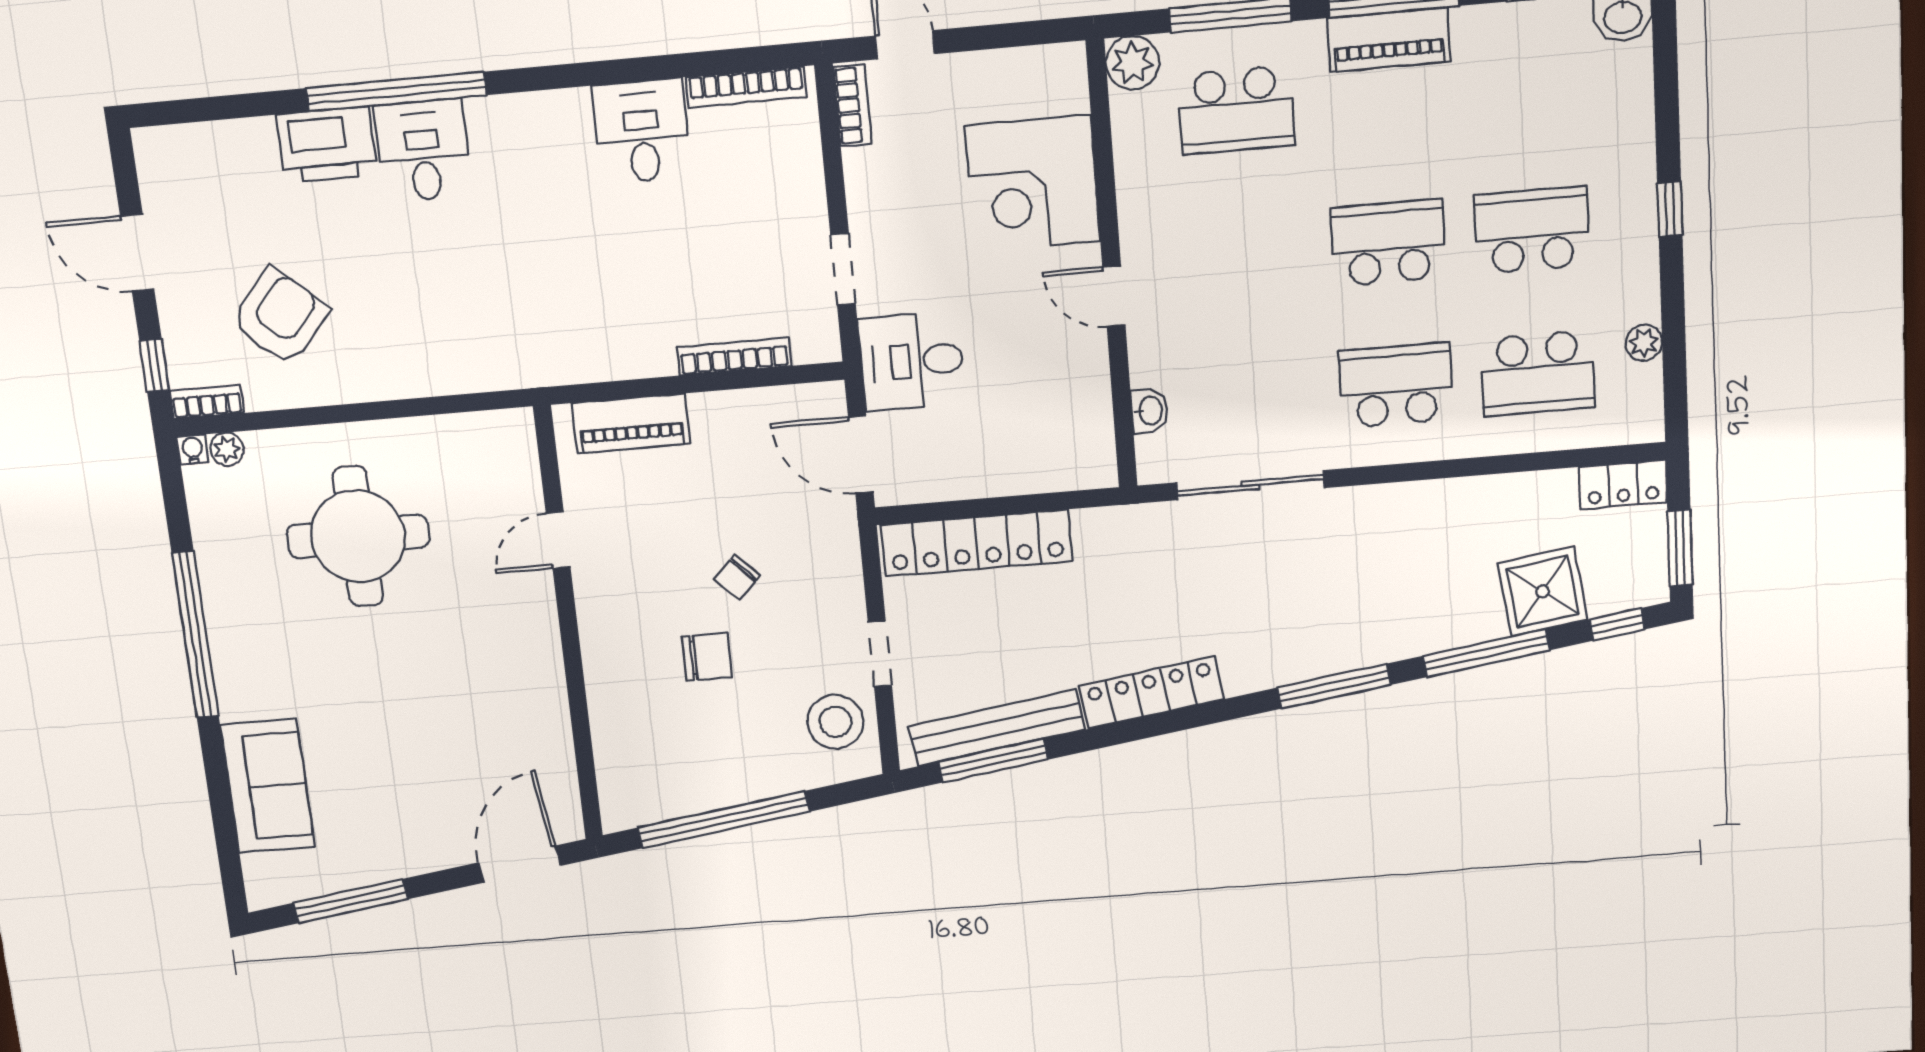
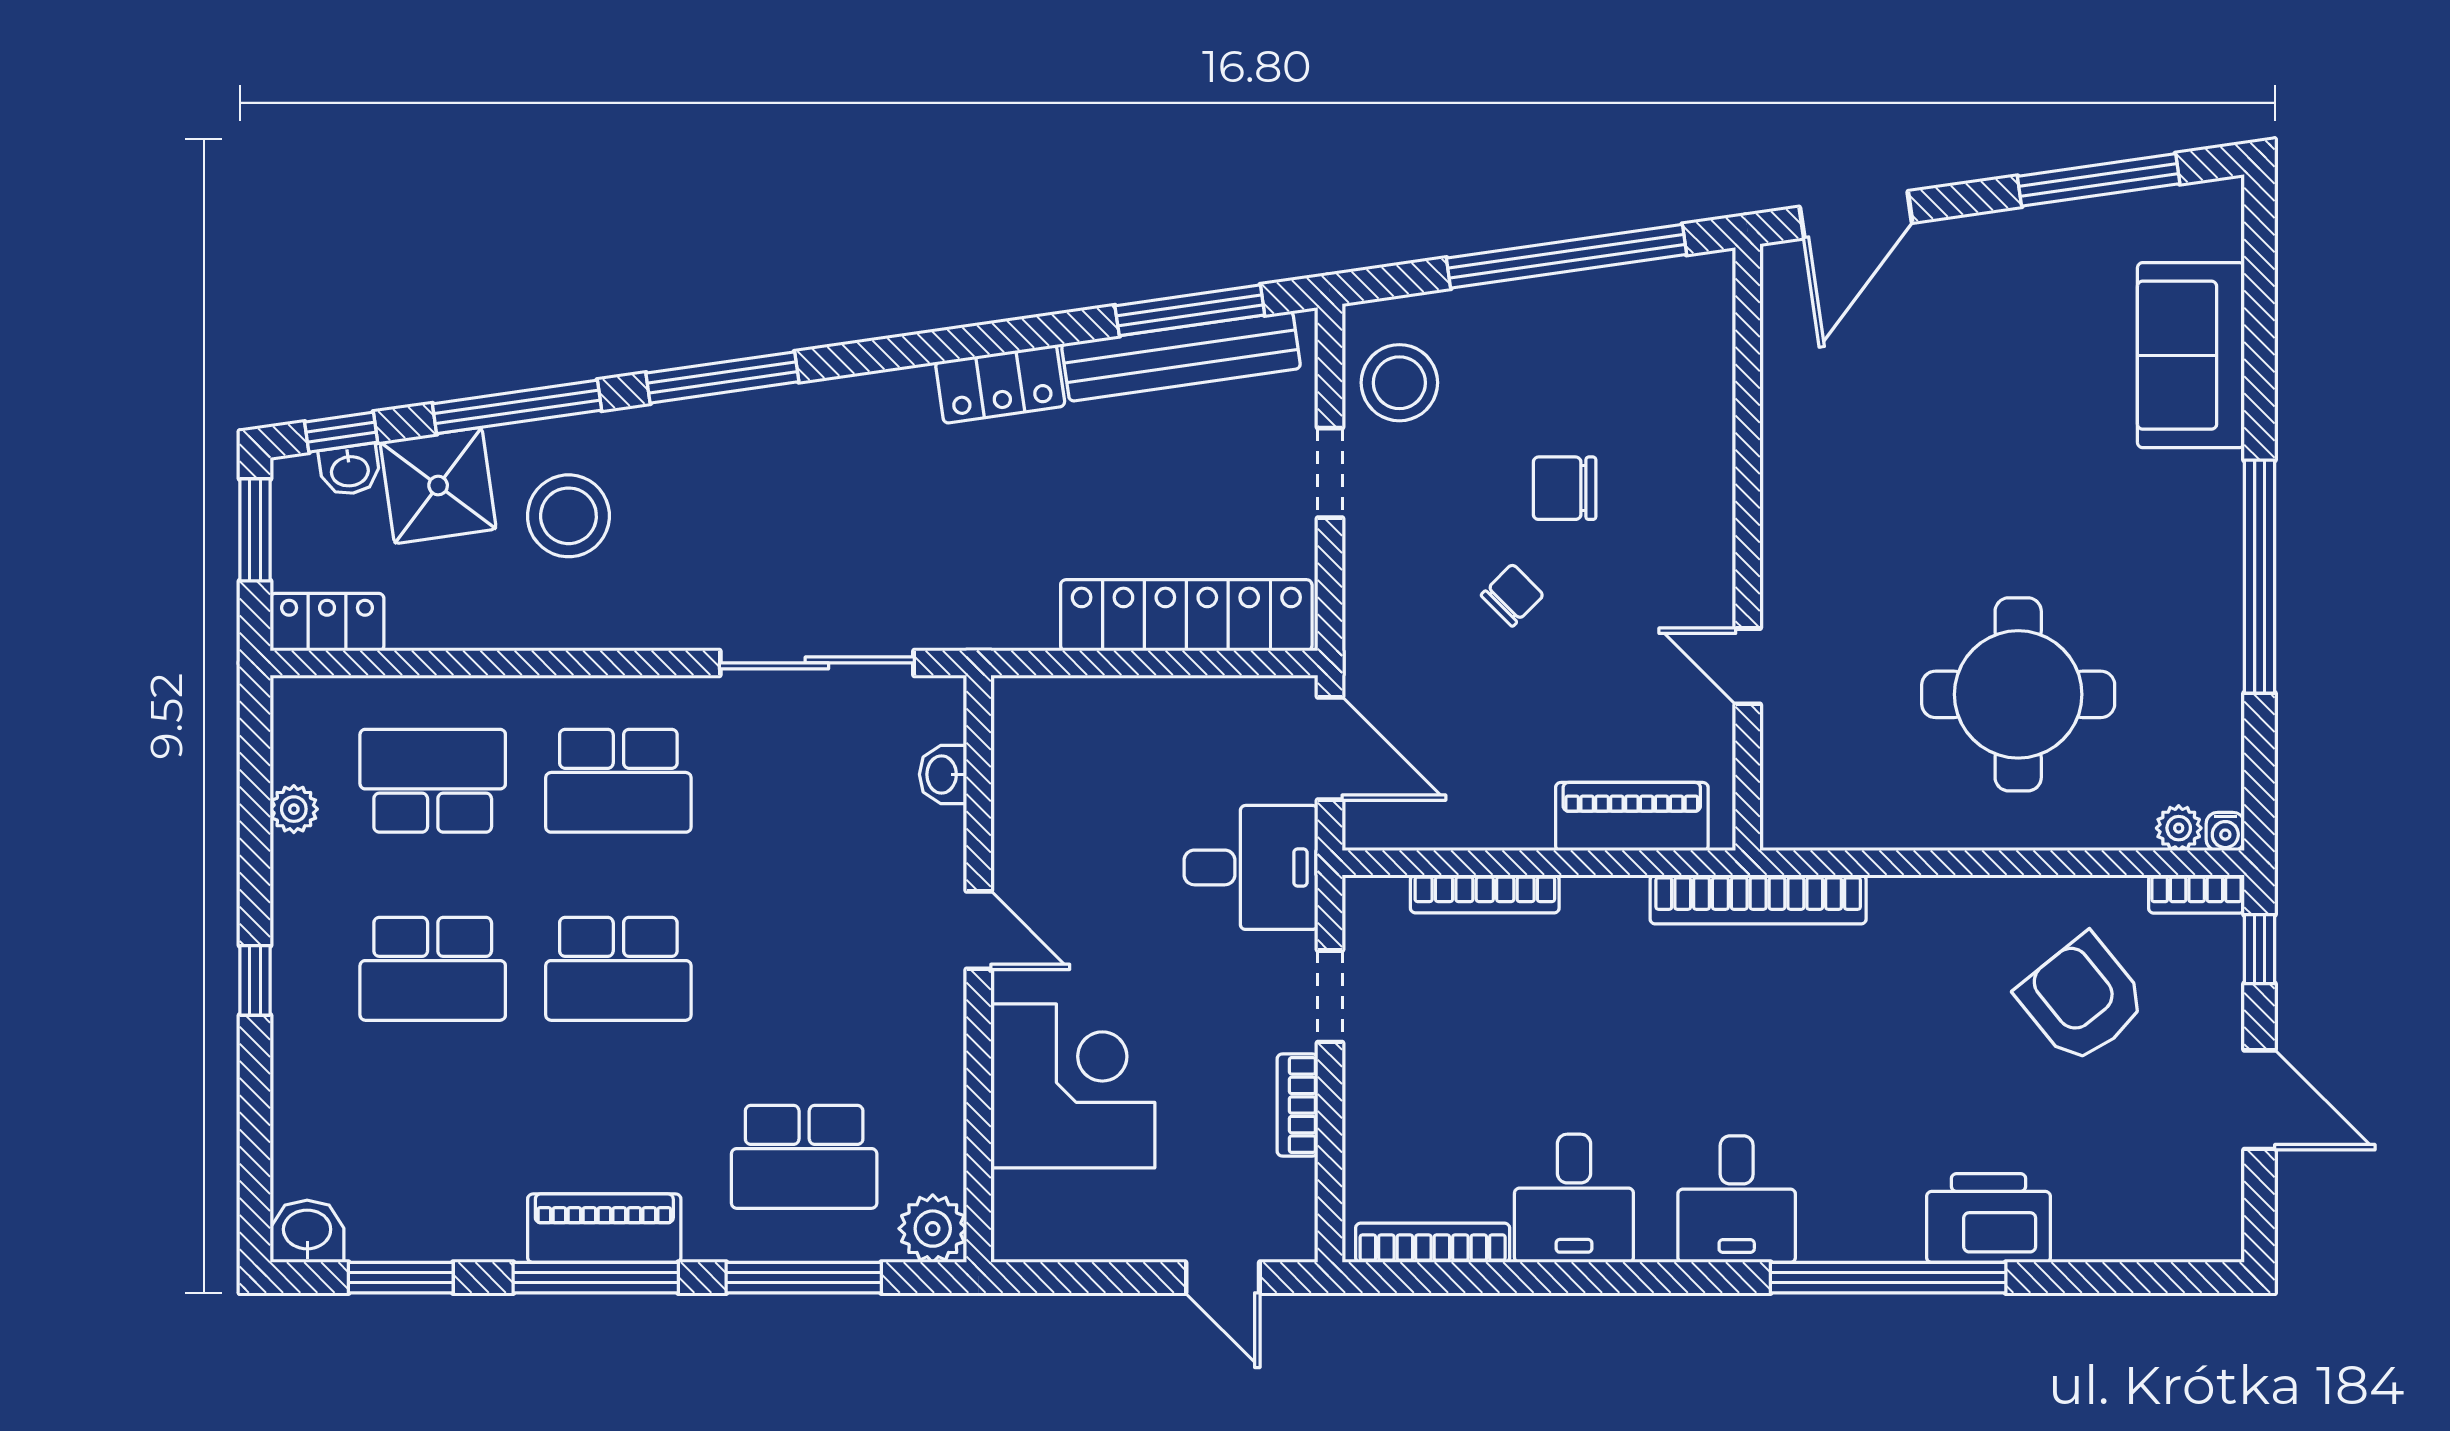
bookcase: (852, 105) -> (1297, 1105), moved
school desk: (1236, 110) -> (804, 1157), turned 180
desk: (423, 151) -> (1737, 1199), moved
armchair: (280, 317) -> (2082, 999), turned 99
bookcase: (530, 370) -> (1758, 899), added
door: (558, 540) -> (1748, 666), swing flipped
stool: (1444, 577) -> (568, 516), added
washbasin: (1610, 598) -> (350, 470), added
locker: (1151, 693) -> (1000, 384), width x0.66

